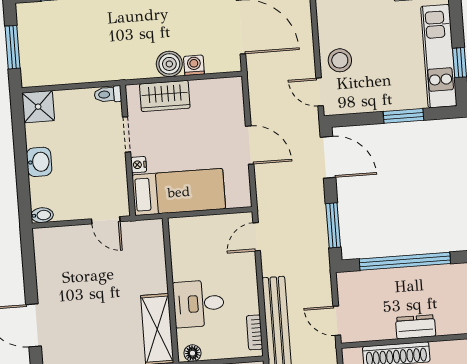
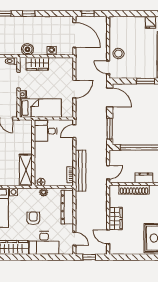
boiler: (169, 64) -> (27, 49), moved
door: (250, 145) -> (74, 89), hinge flipped
desk: (199, 304) -> (46, 131), moved
door: (337, 321) -> (108, 172), swing flipped

